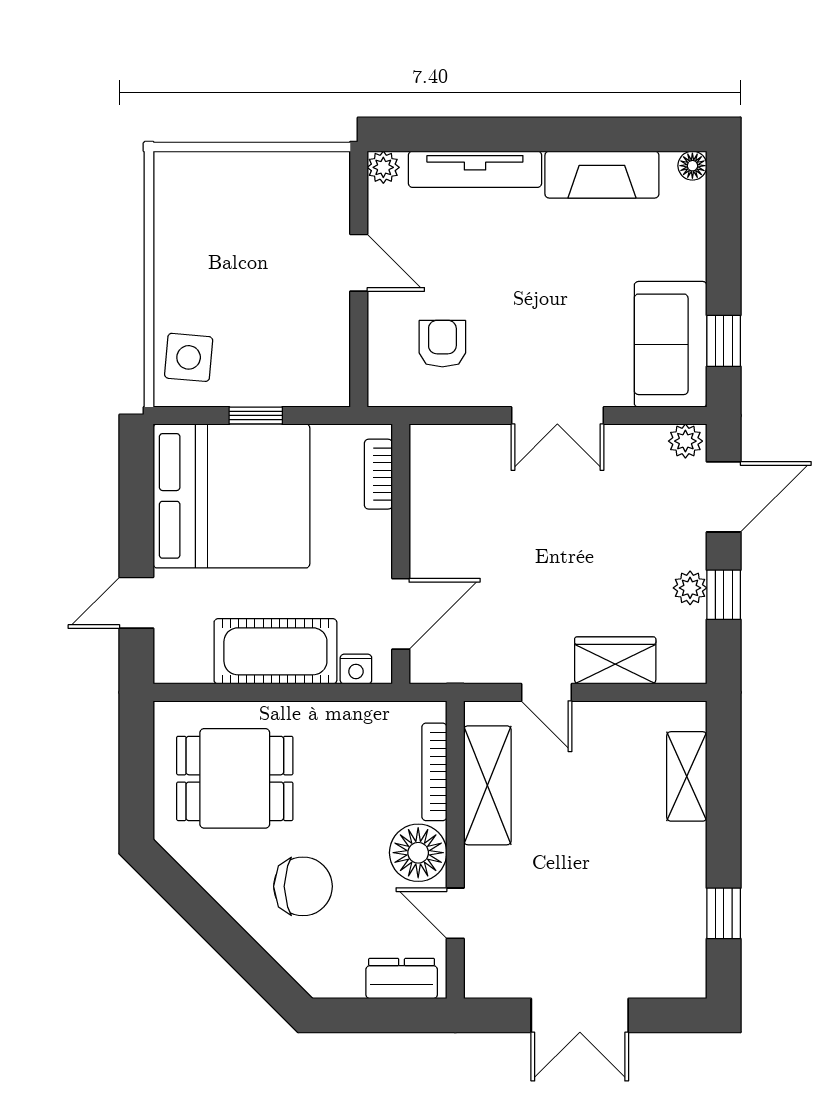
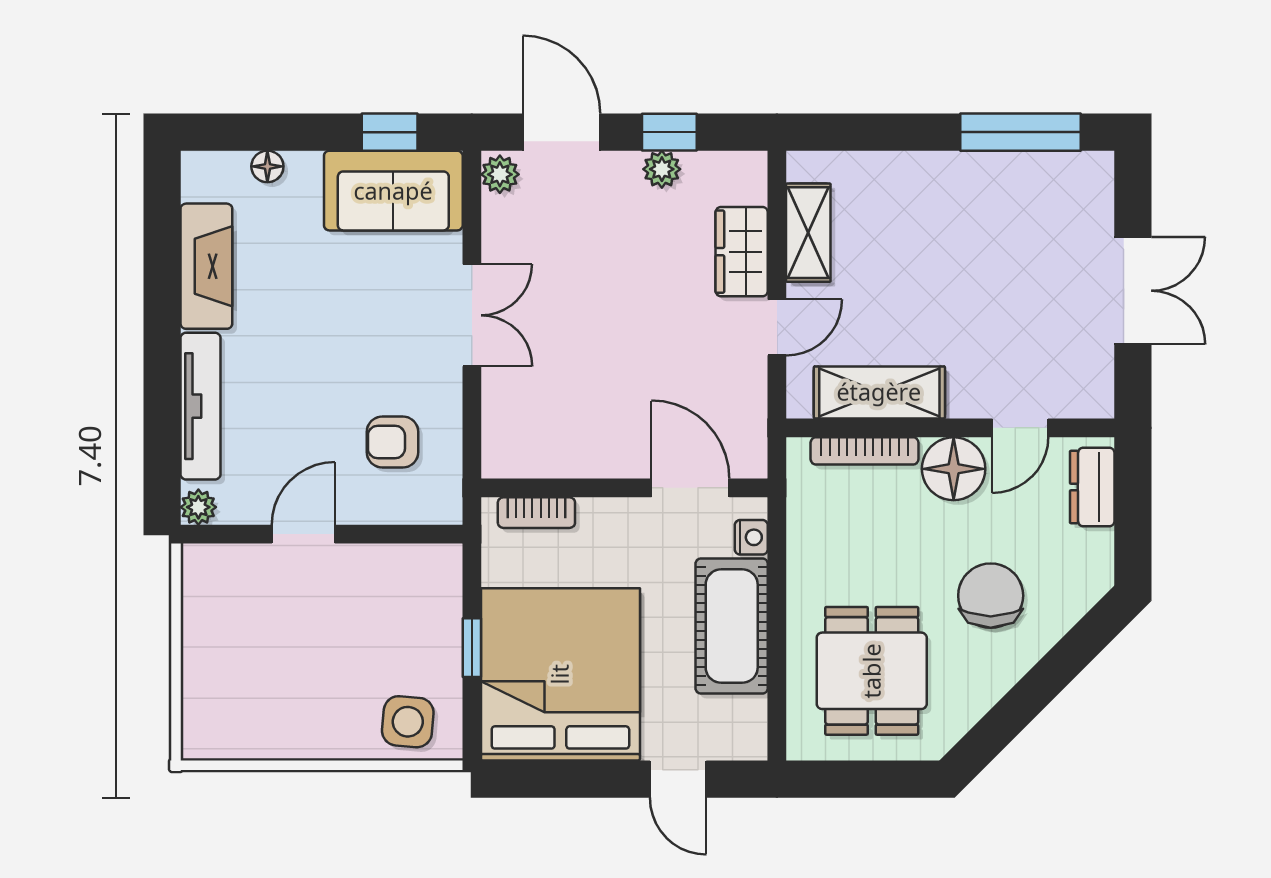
floor lamp: (692, 166) -> (267, 166), moved
shelving: (687, 776) -> (808, 233), moved, turned 90
window: (724, 913) -> (1020, 132), width x2.17

